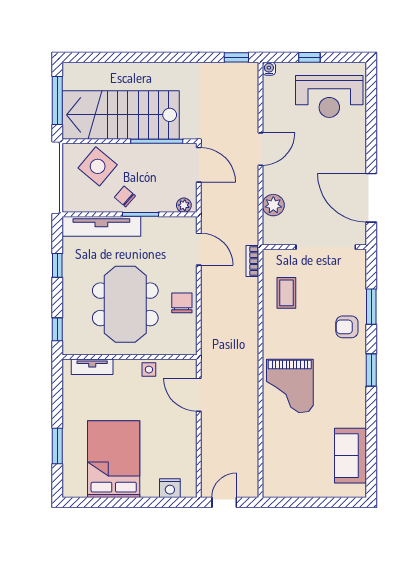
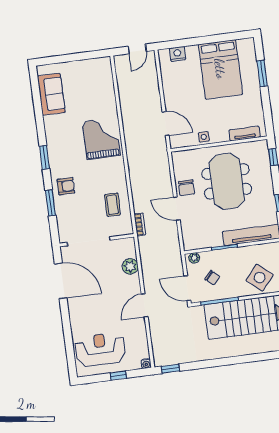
chair: (125, 197) -> (212, 278), moved
door: (199, 249) -> (177, 209), moved

